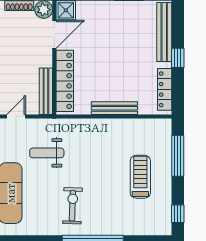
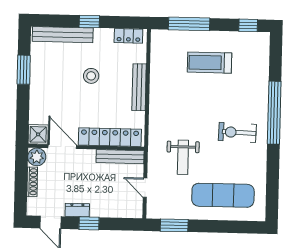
stool: (124, 61) -> (91, 76), added
locker: (165, 89) -> (128, 36), width x0.66

